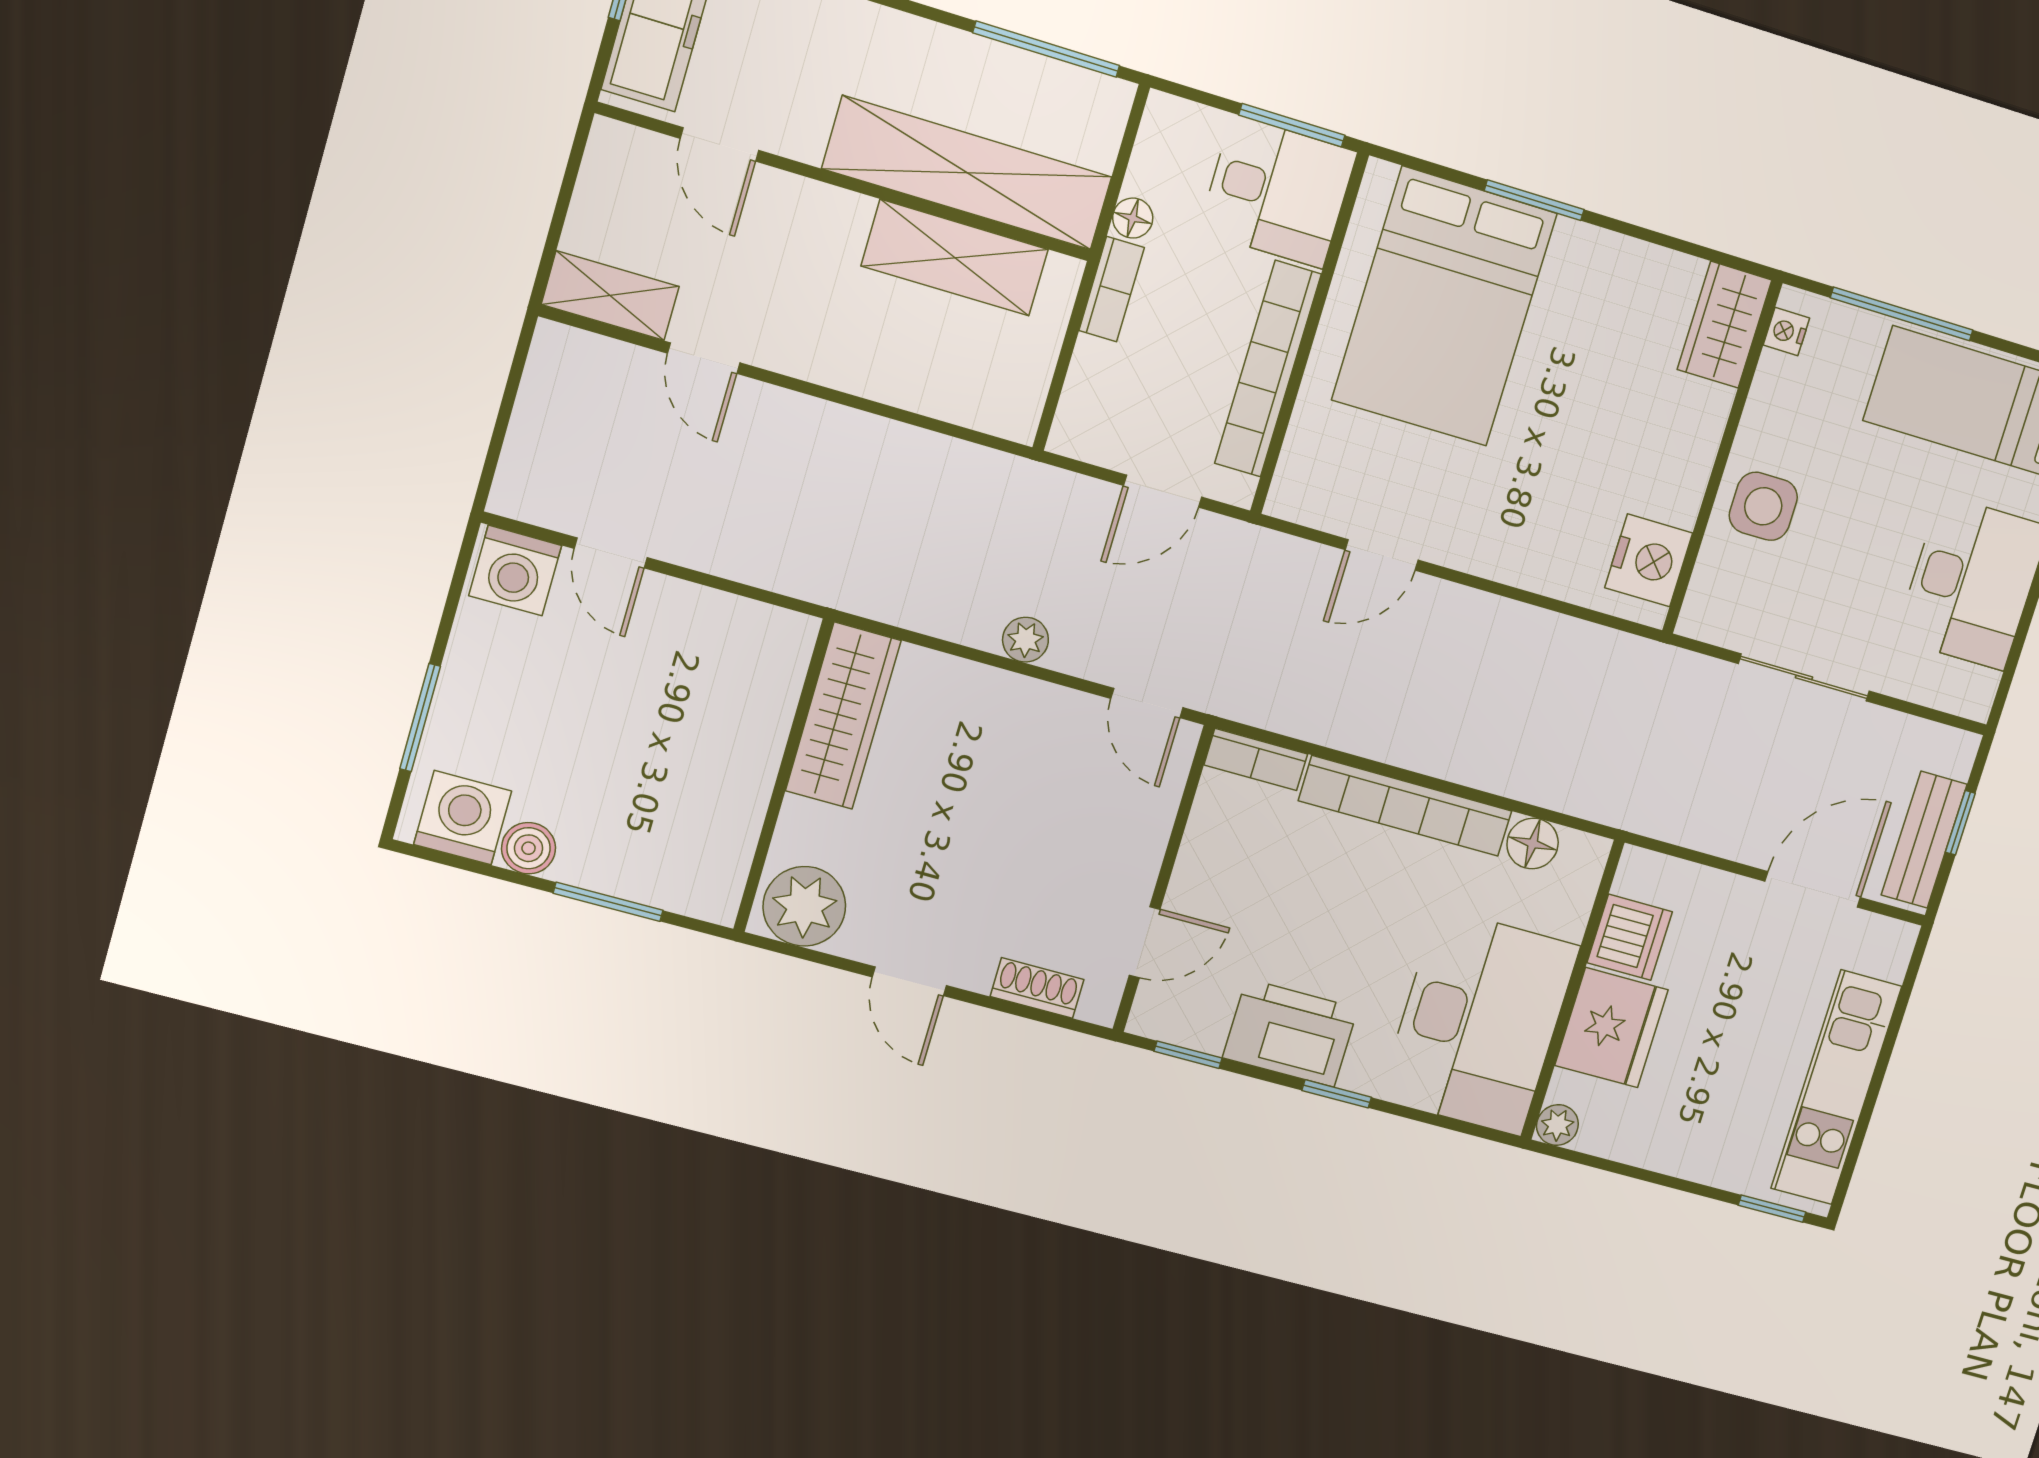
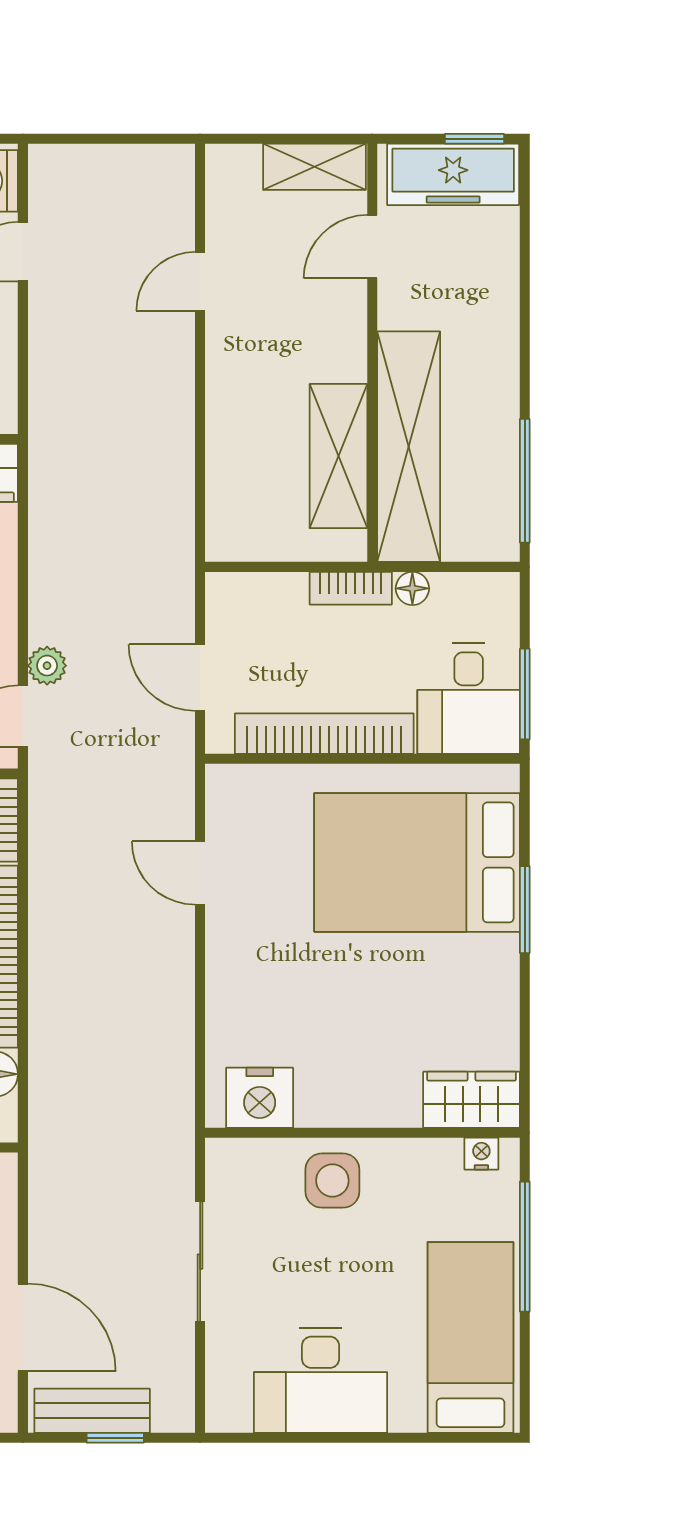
shelving: (610, 296) -> (314, 167), moved, turned 90
plant: (1025, 640) -> (47, 666), moved

